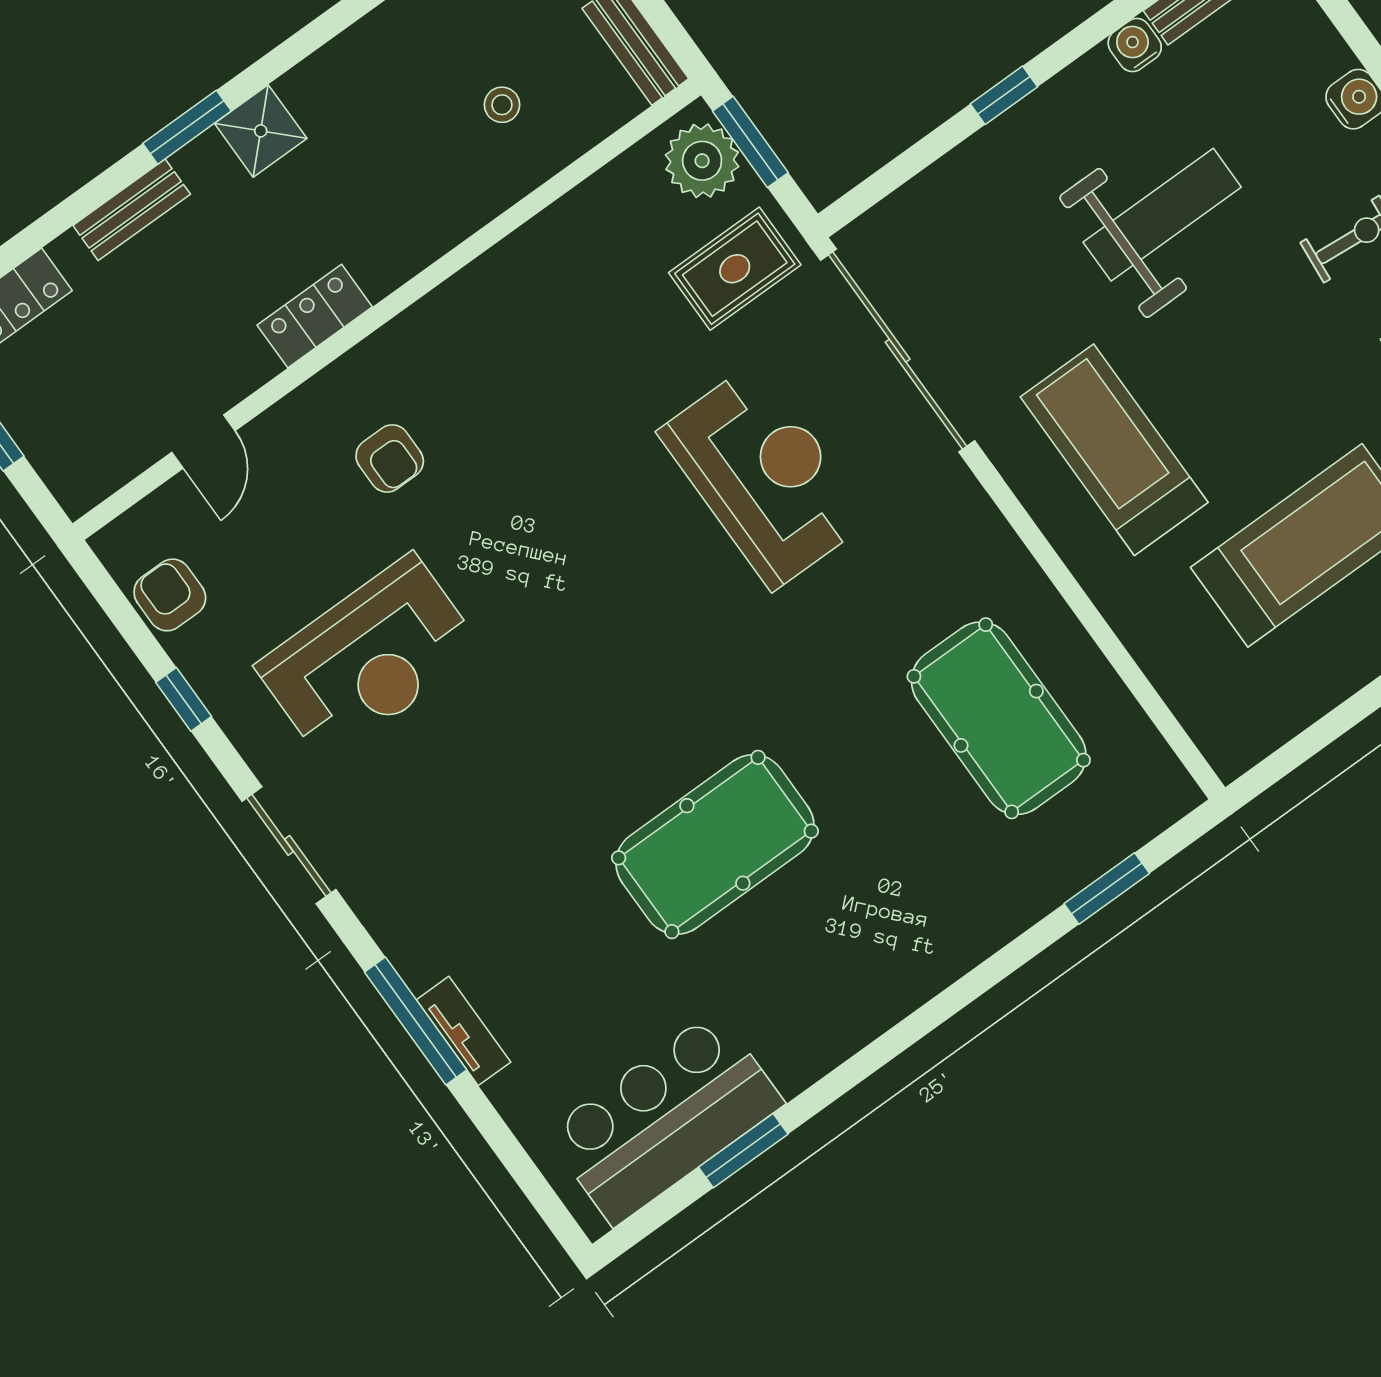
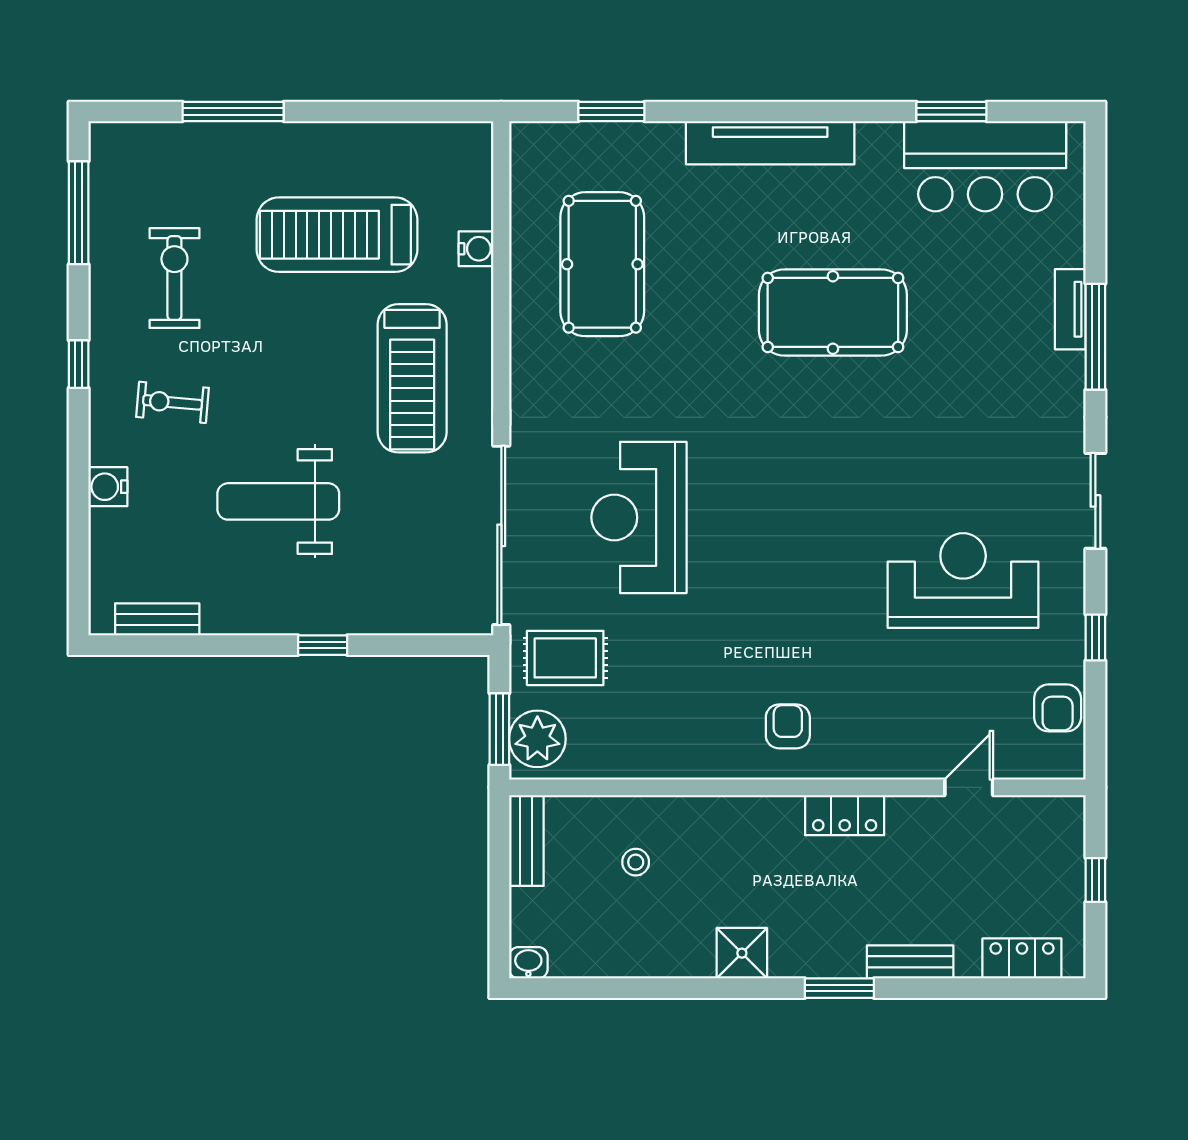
water cooler: (1135, 45) -> (476, 249), moved, turned -90
shower: (261, 131) -> (742, 953), moved
armchair: (390, 458) -> (788, 726), moved
tv unit: (913, 978) -> (770, 143), added

